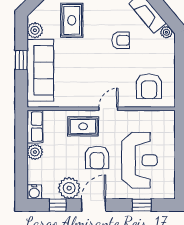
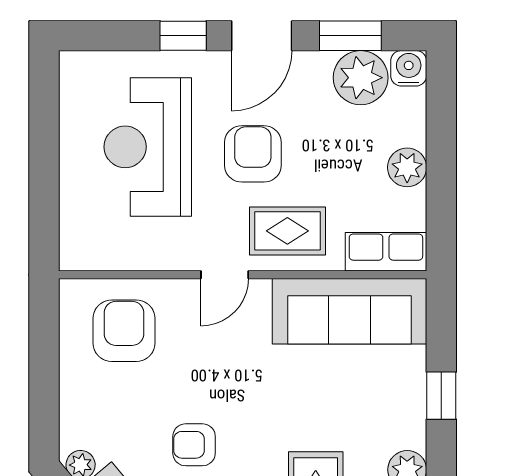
sofa: (40, 70) -> (349, 311), moved, turned -90
row of seats: (35, 127) -> (386, 252), moved, turned 90
plant: (69, 188) -> (361, 78), moved
window: (58, 205) -> (350, 36), width x1.50
window: (142, 205) -> (183, 36), moved

